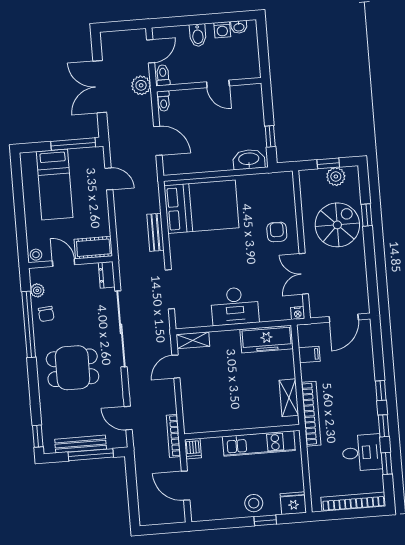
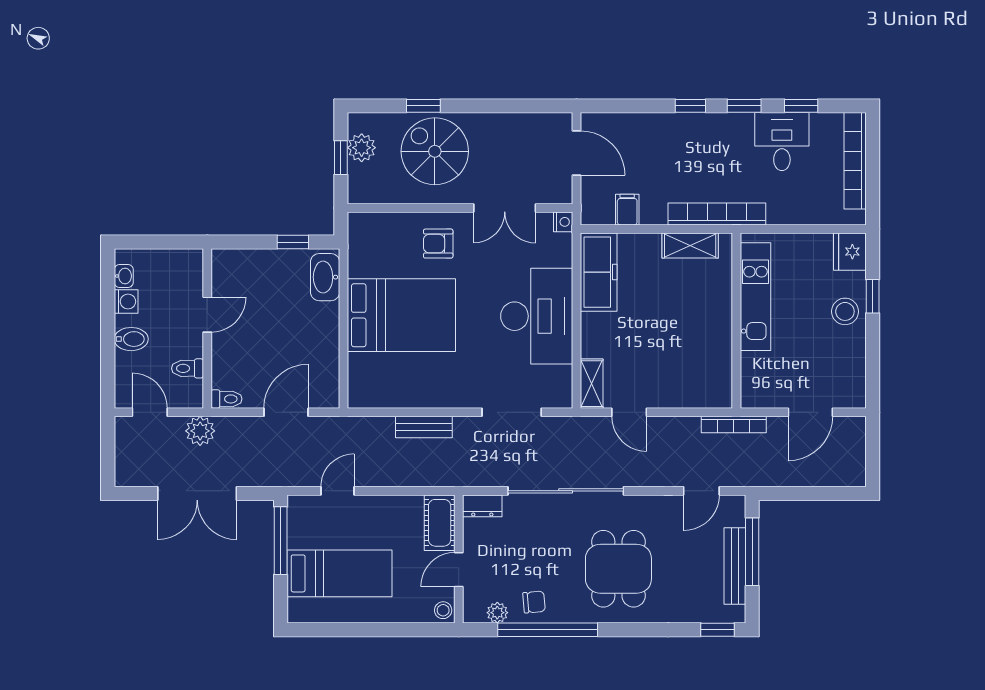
toilet: (163, 75) -> (187, 368), moved
bed: (202, 207) -> (401, 315), moved, turned 90
desk: (235, 306) -> (537, 316), width x1.36, depth x1.30
dishwasher: (193, 449) -> (755, 397), removed

